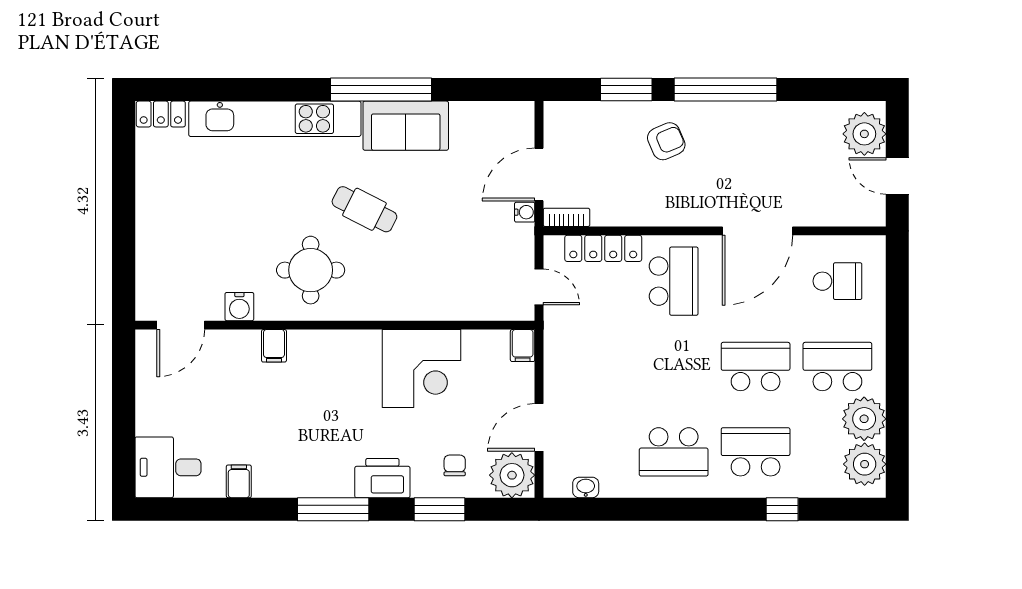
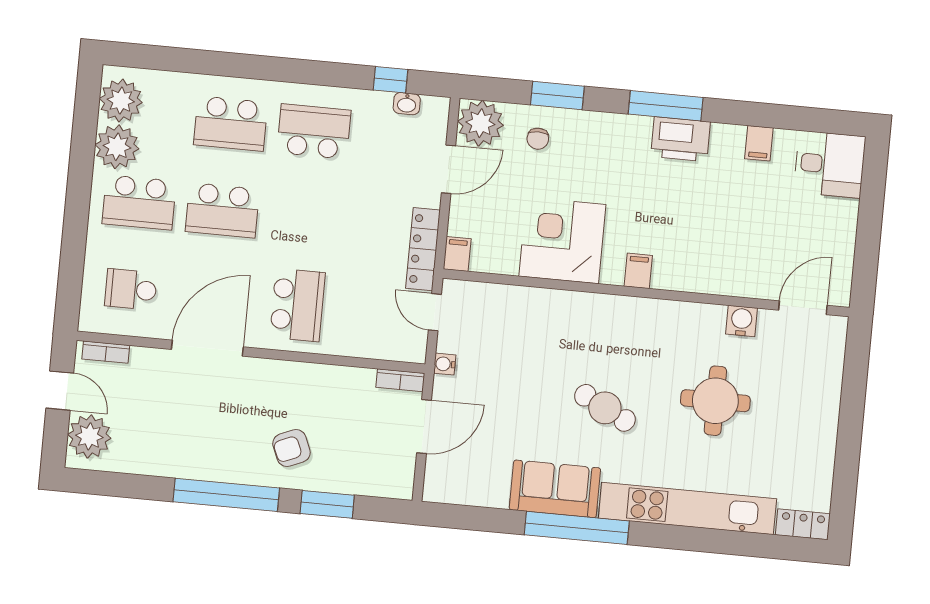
water cooler: (525, 212) -> (445, 364), moved
bookcase: (856, 218) -> (106, 352), added
locker: (603, 248) -> (423, 249), moved, turned -90
round table: (311, 270) -> (715, 401), moved
school desk: (674, 281) -> (297, 305), turned 180
filing cabinet: (274, 346) -> (638, 271), moved
printer: (382, 478) -> (680, 139), moved
window: (782, 509) -> (390, 80), moved

